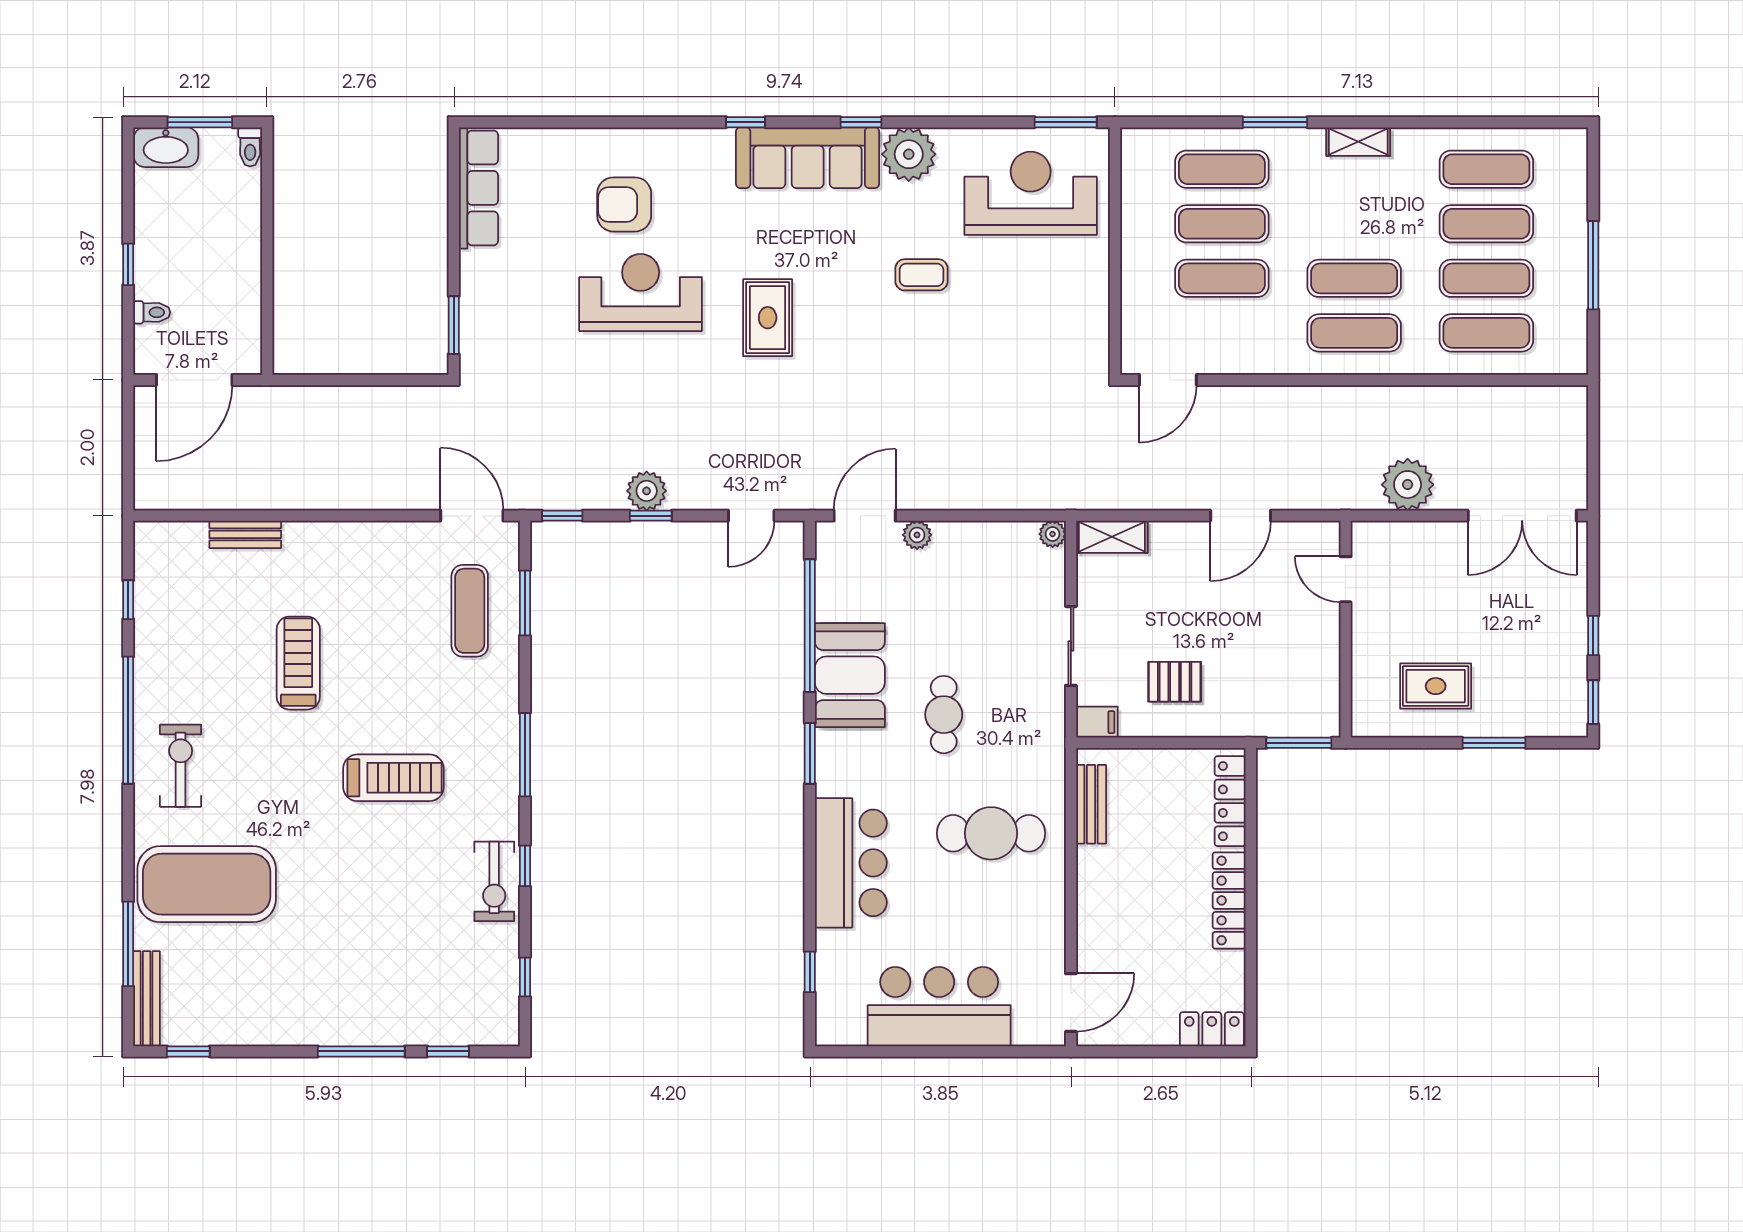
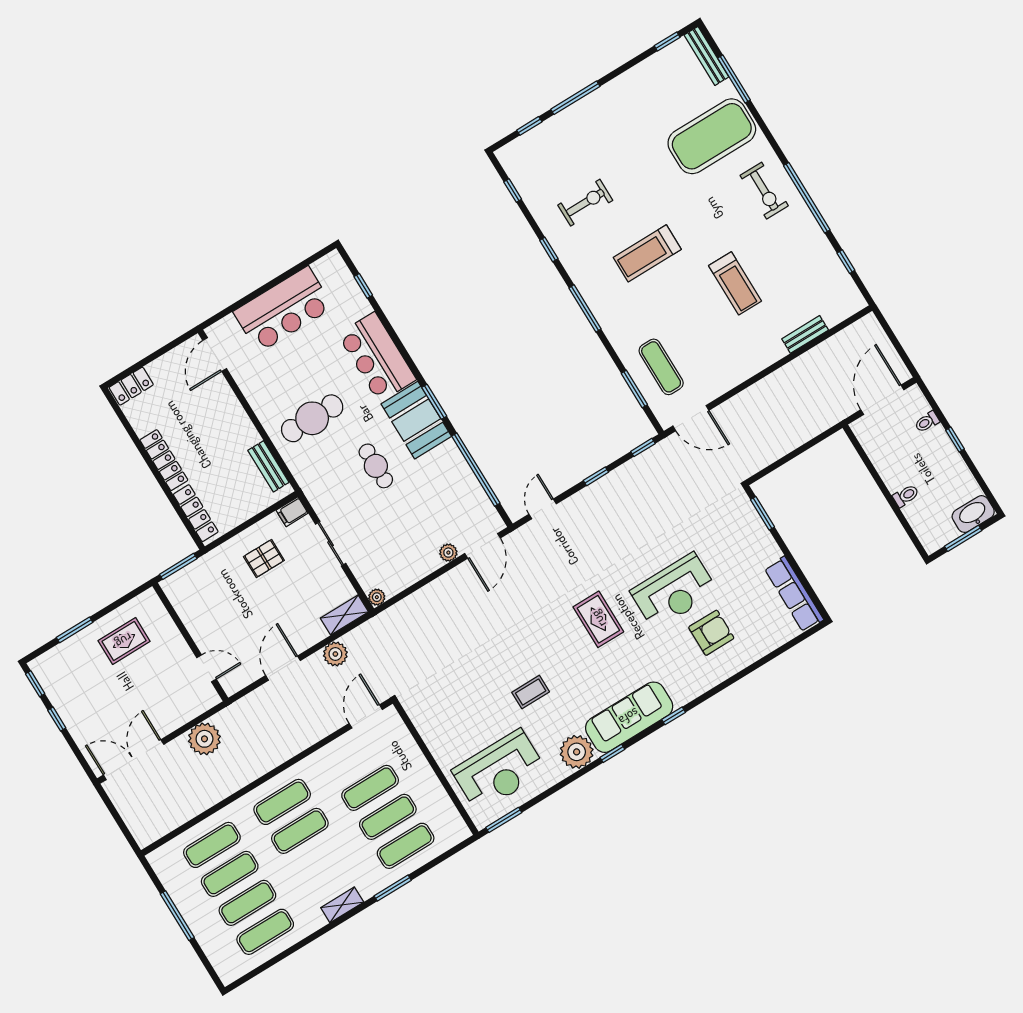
toilet: (250, 147) -> (906, 496), moved, turned 90
plant: (647, 491) -> (335, 654), moved
booth: (850, 675) -> (416, 420), moved
exercise bike: (494, 881) -> (585, 203), moved, turned 90

